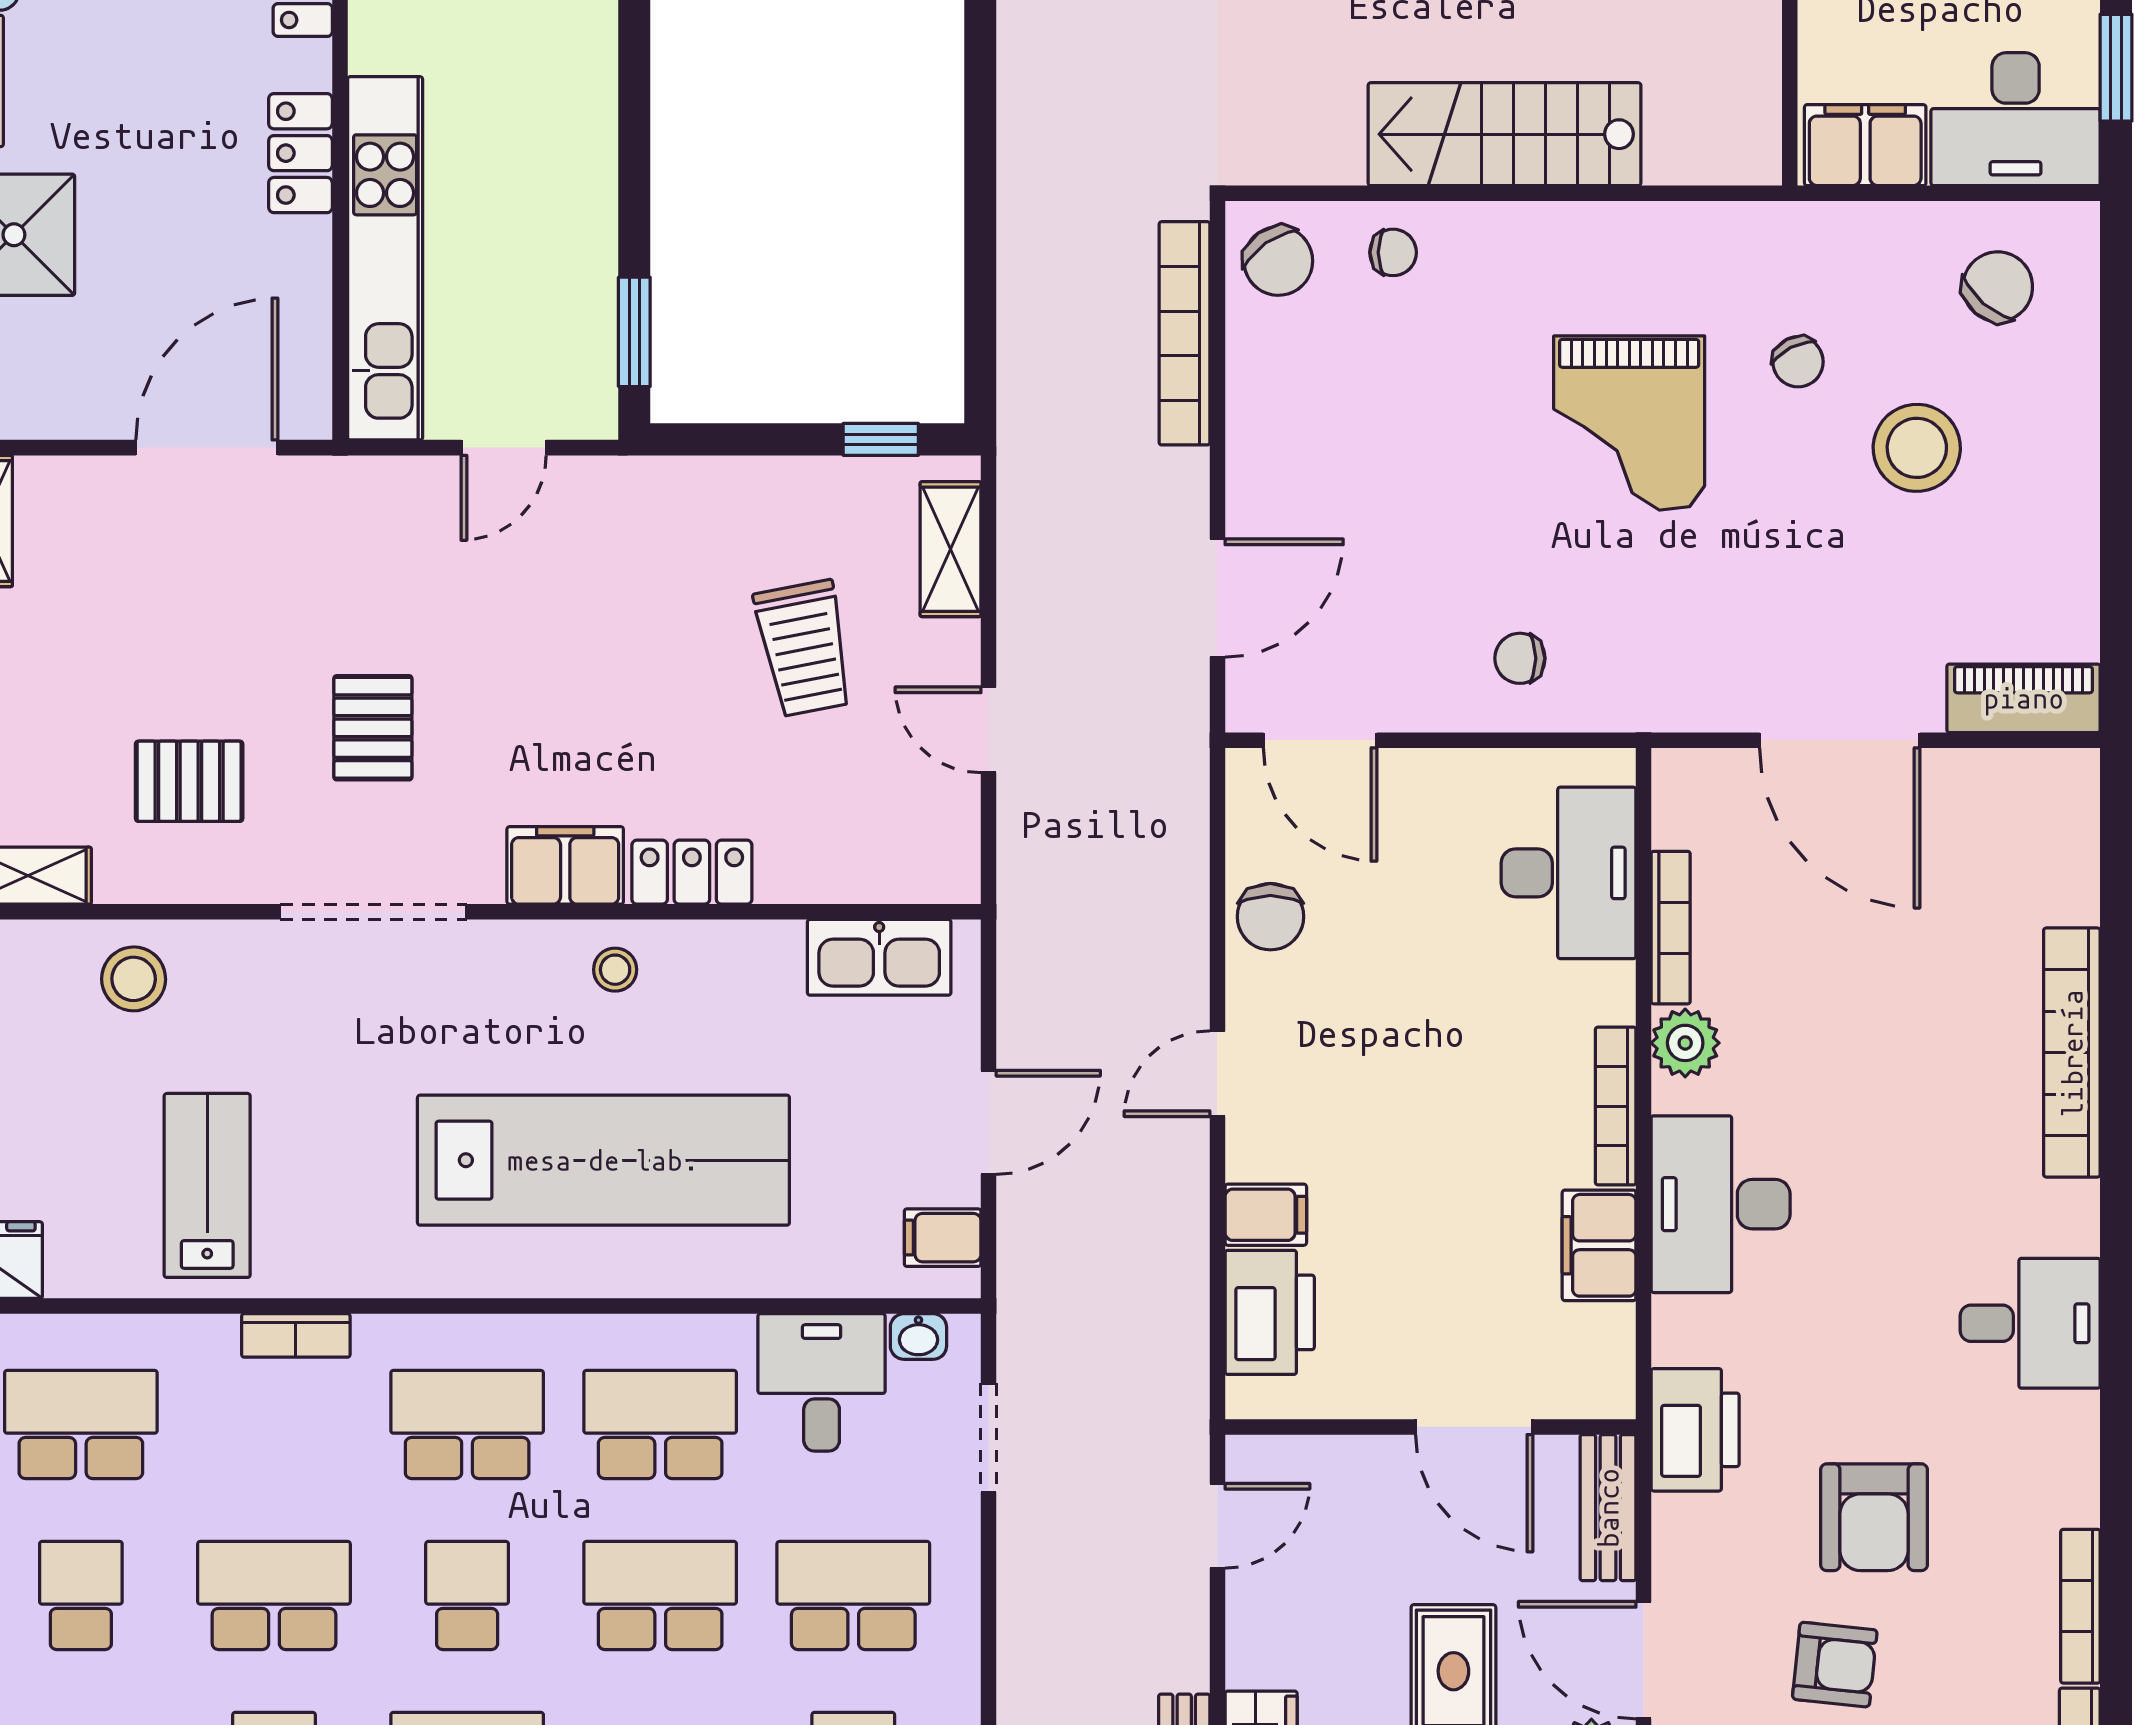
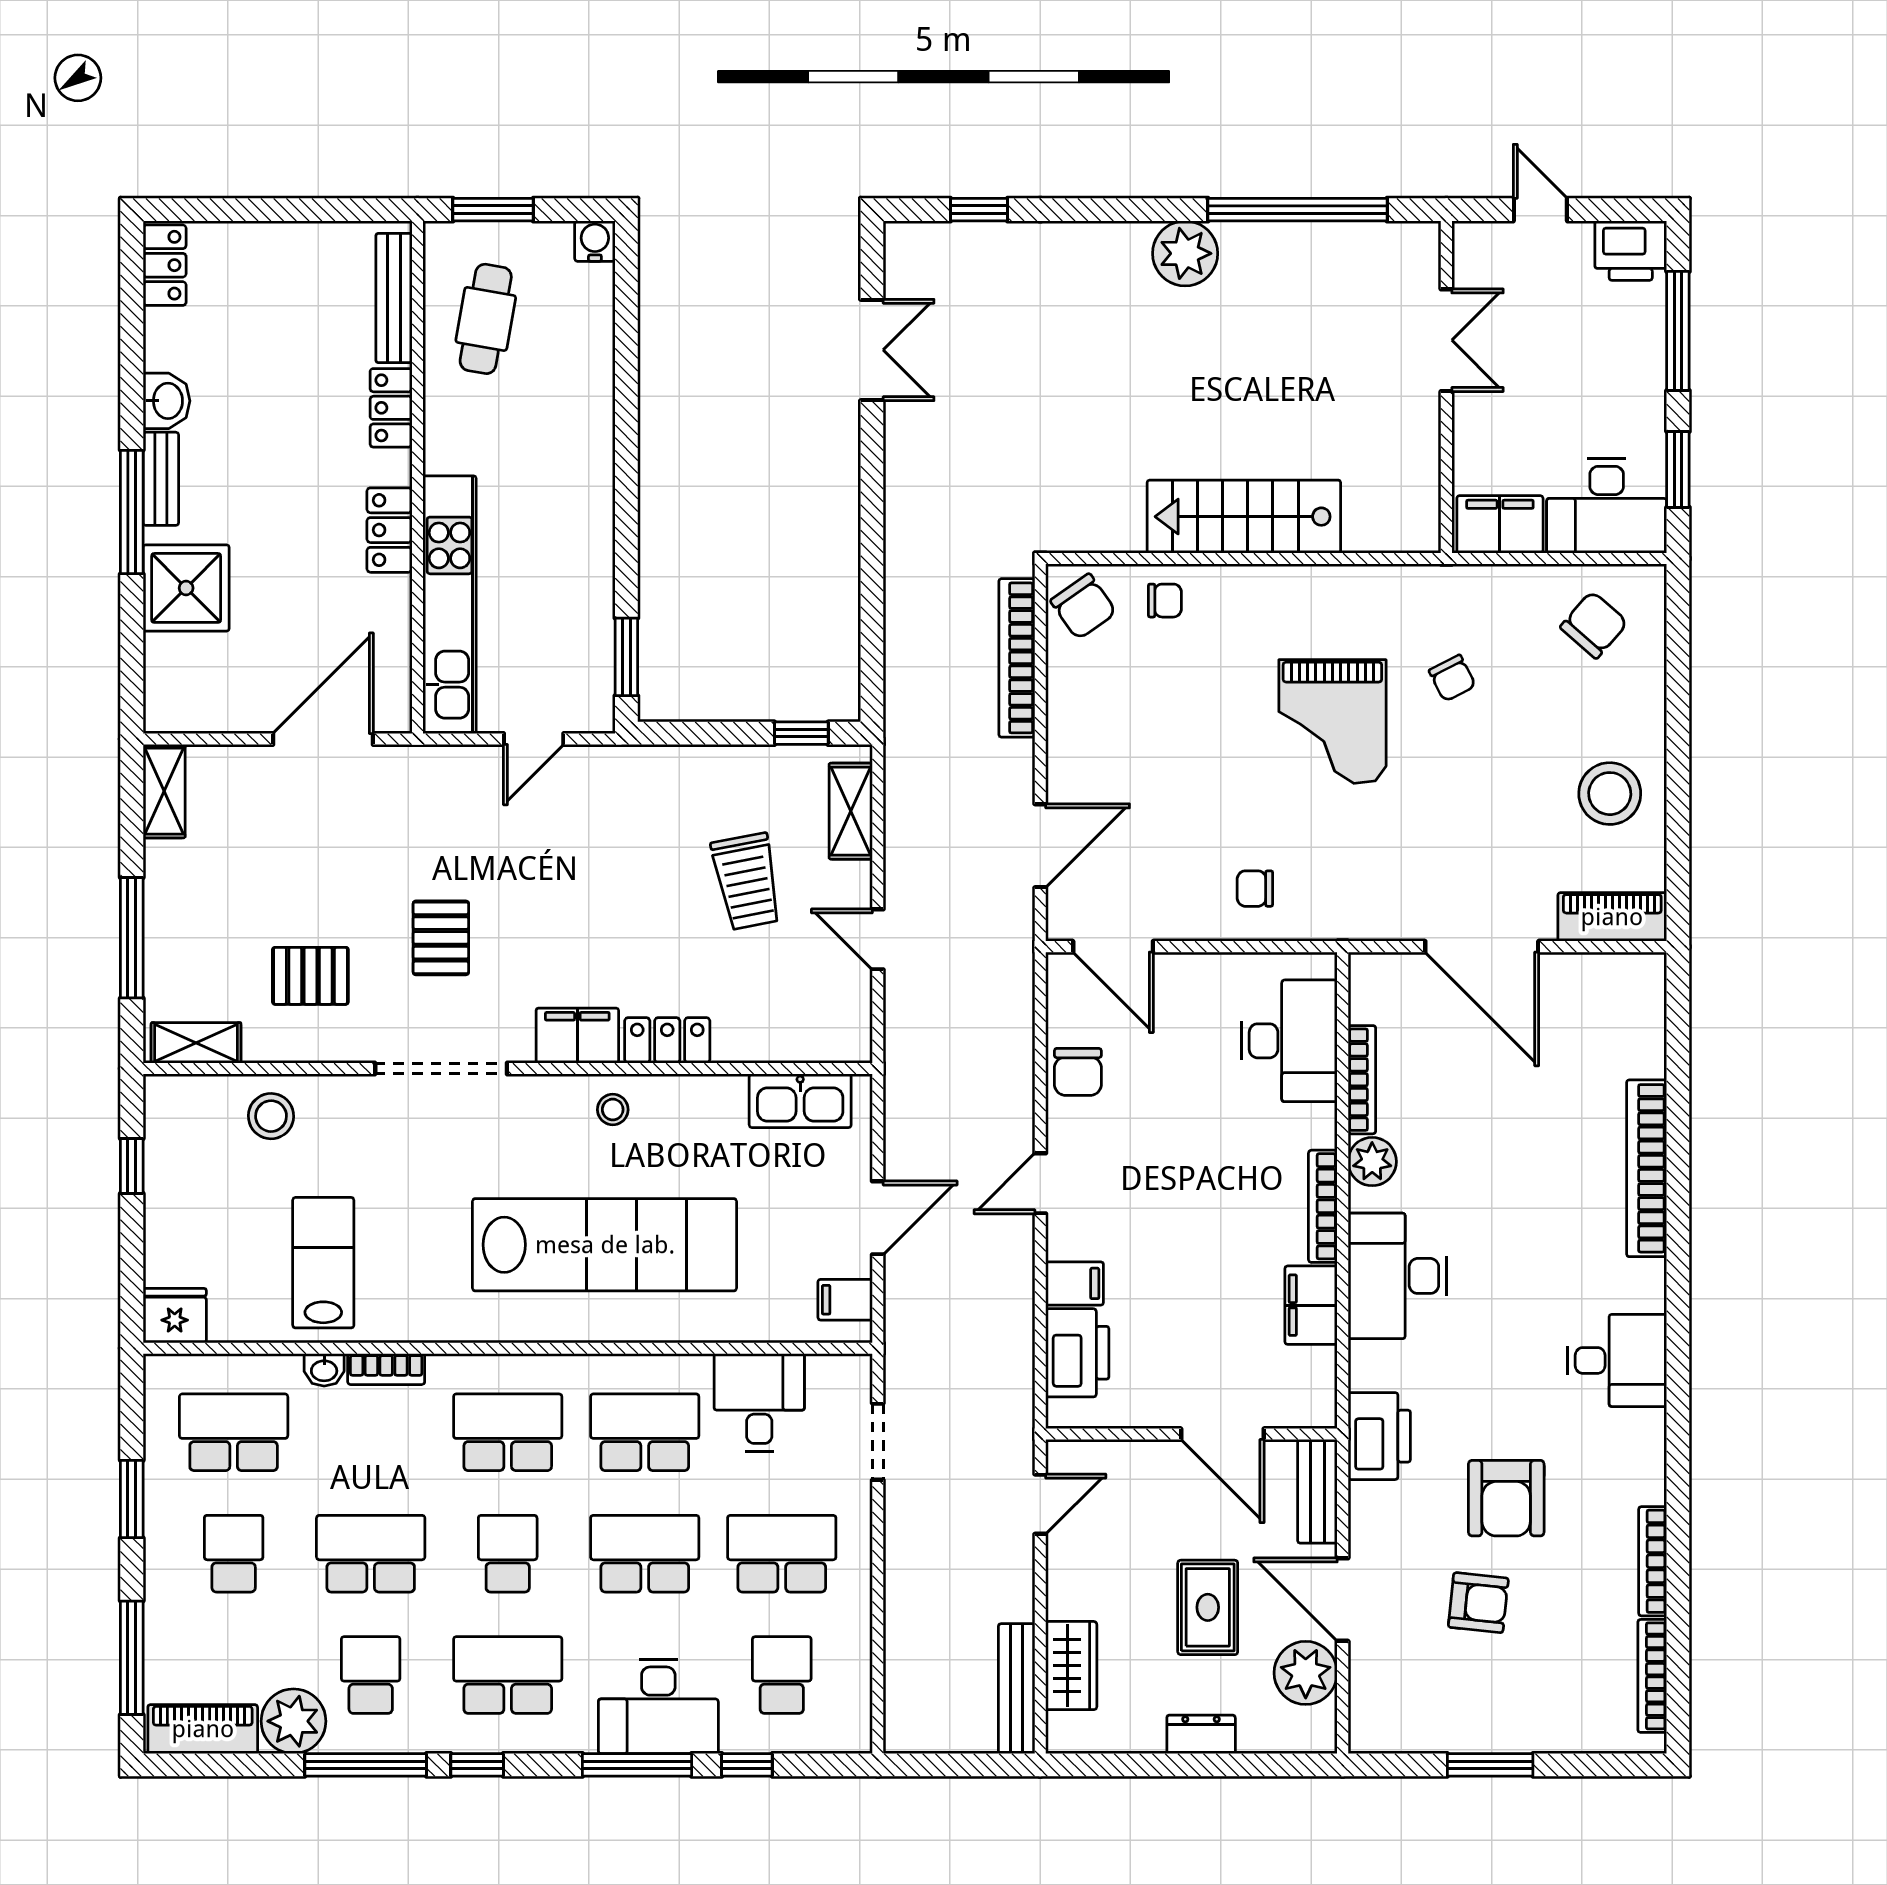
stool: (1917, 448) -> (1610, 794), moved
washbasin: (918, 1337) -> (324, 1370), moved

